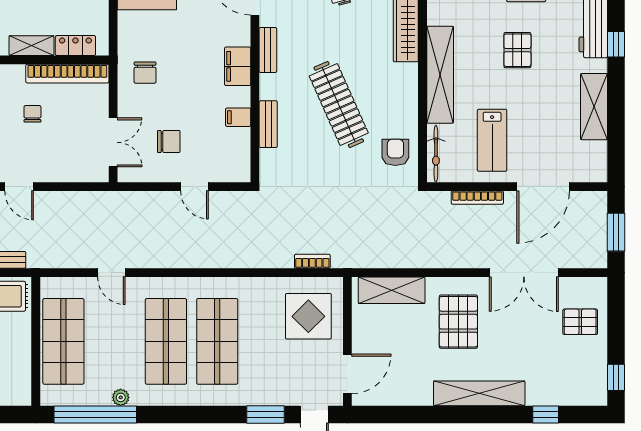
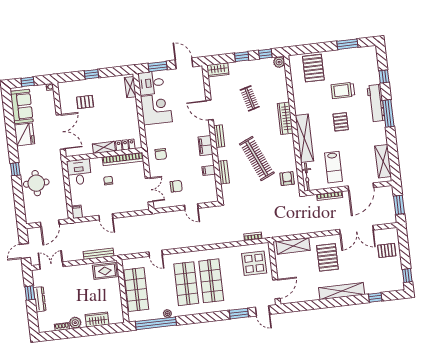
window: (616, 44) -> (388, 113), width x2.17
shelving: (594, 107) -> (383, 161), moved

